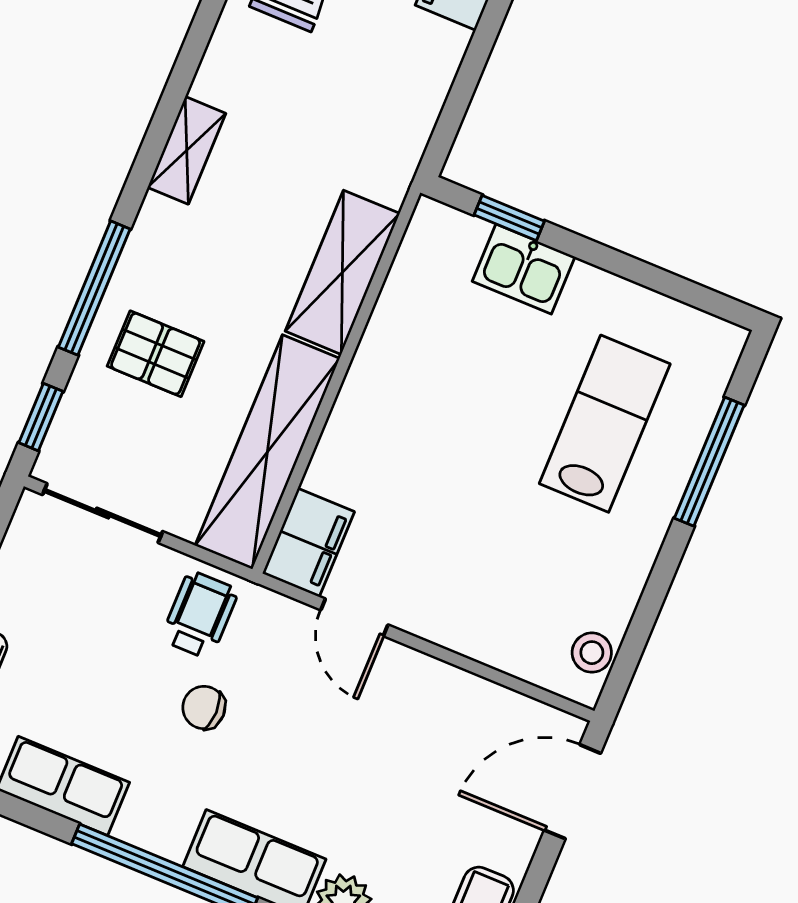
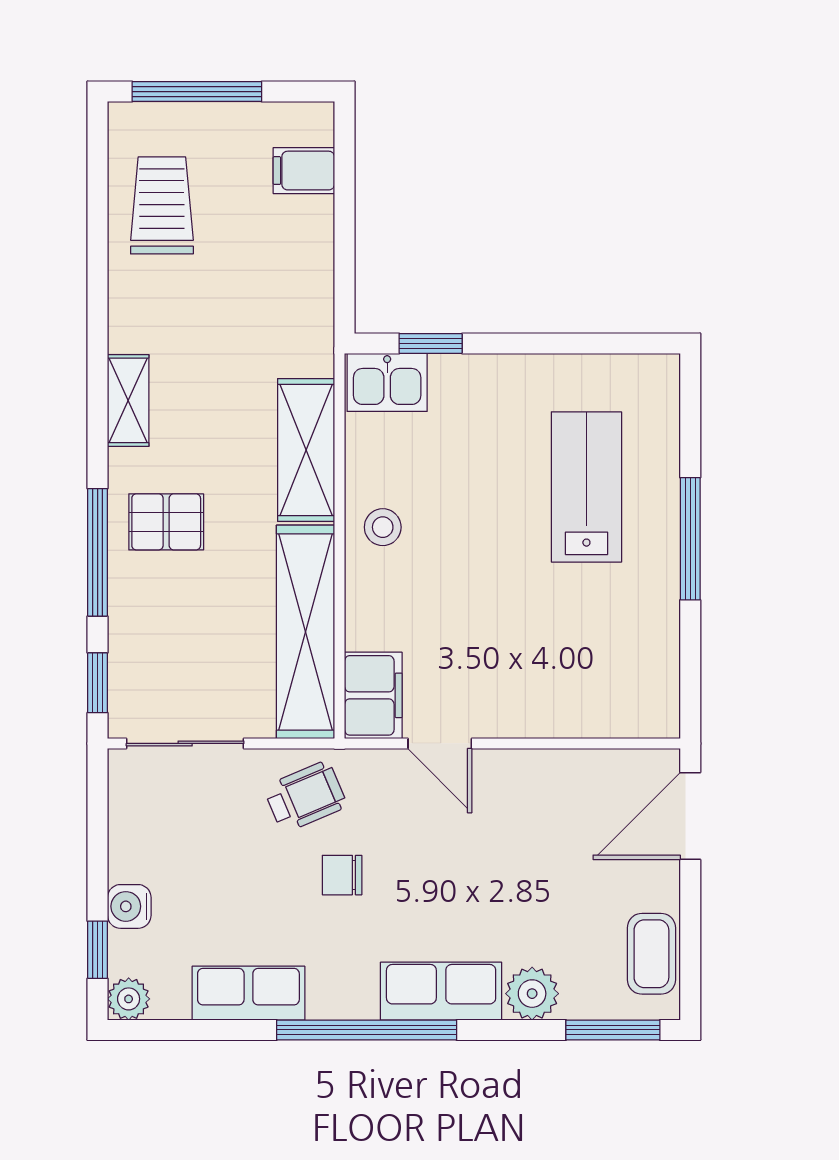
kitchen sink: (524, 269) -> (387, 382), moved
pallet: (156, 354) -> (166, 522), moved
window: (709, 462) -> (690, 539), moved
wheelchair: (200, 615) -> (305, 797), turned 67
stool: (592, 653) -> (383, 527), moved

